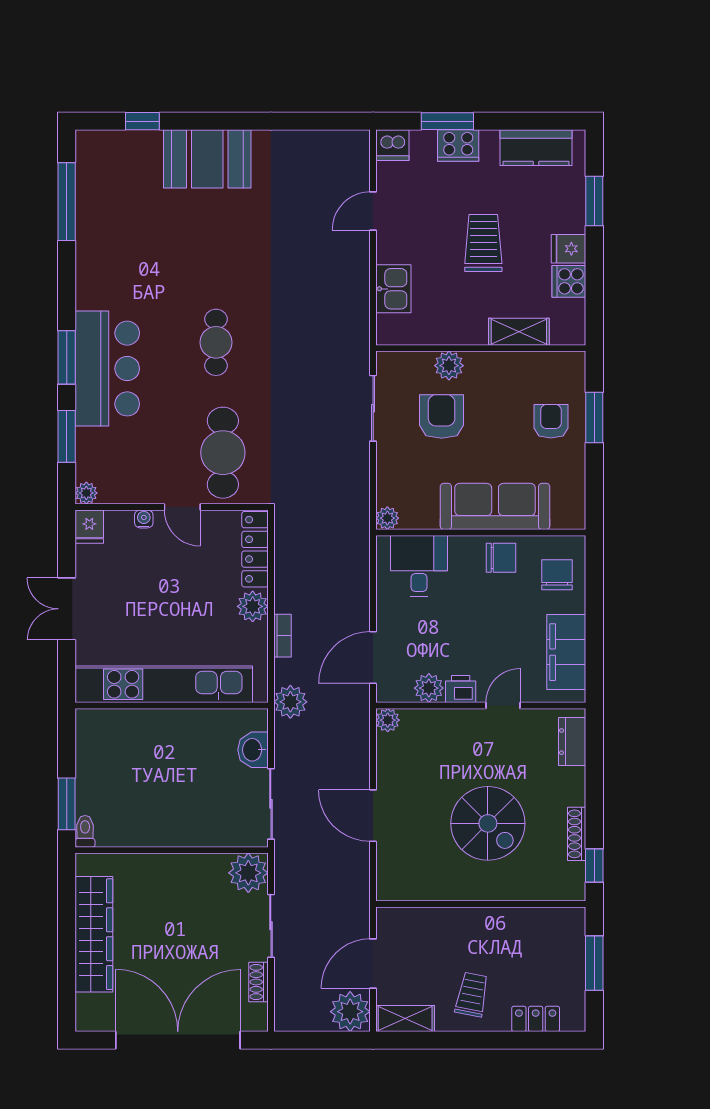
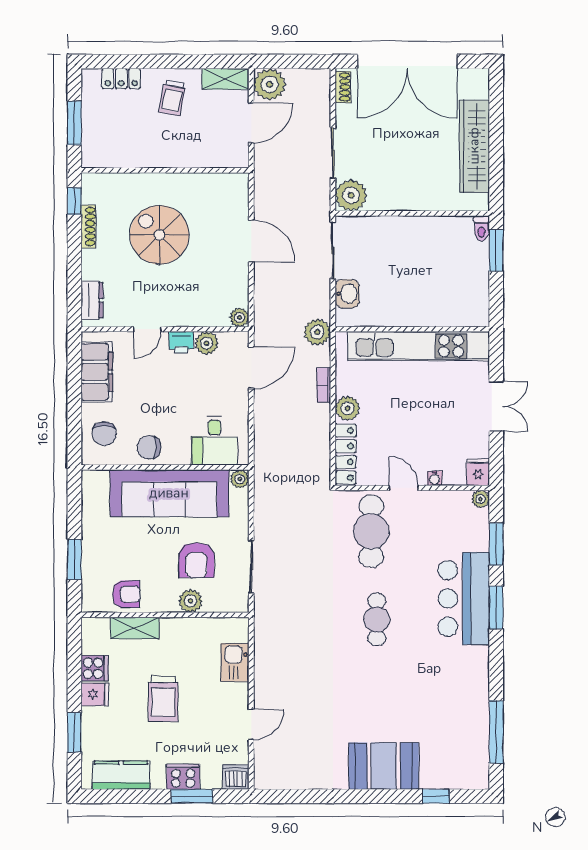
armchair: (551, 421) -> (126, 594), moved, turned -90
sofa: (495, 506) -> (169, 493), width x1.36, depth x1.27
shoe rack: (258, 982) -> (343, 87), moved

